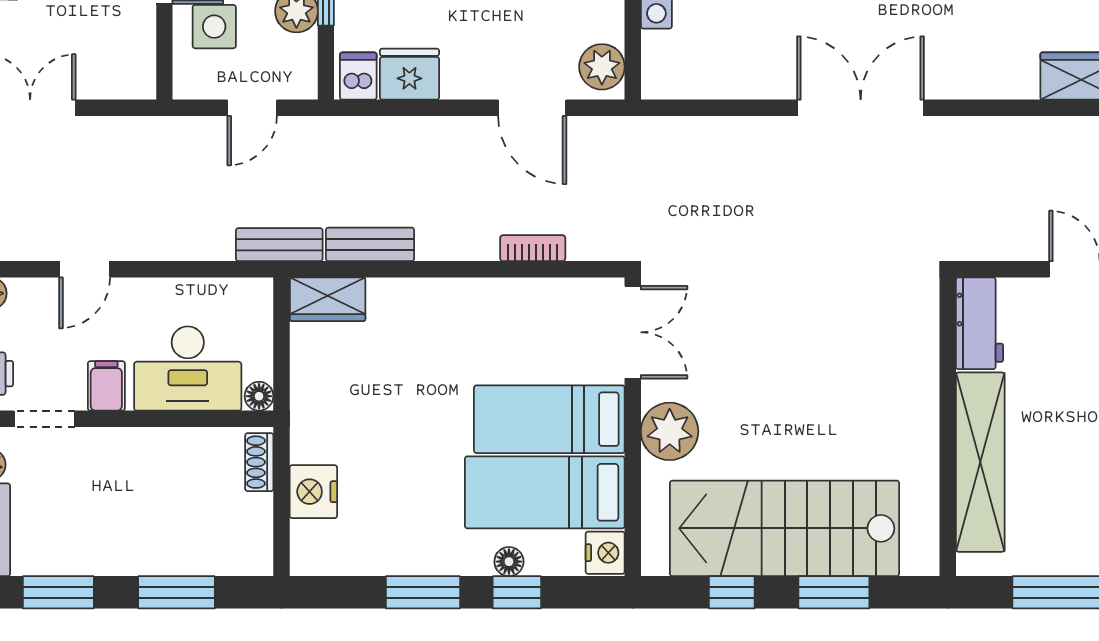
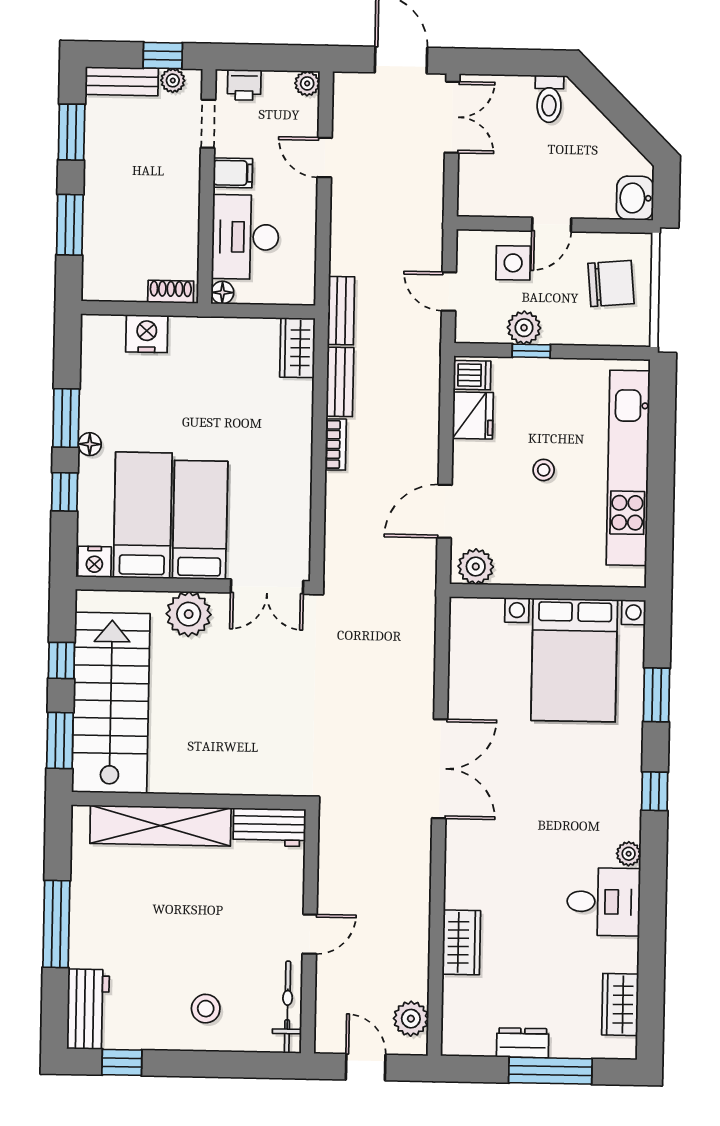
bookcase: (533, 248) -> (336, 444), moved
workbench: (979, 323) -> (269, 827), moved
wall: (948, 427) -> (189, 801), moved
shelving: (980, 462) -> (160, 826), moved
floor lamp: (509, 562) -> (90, 444), moved

